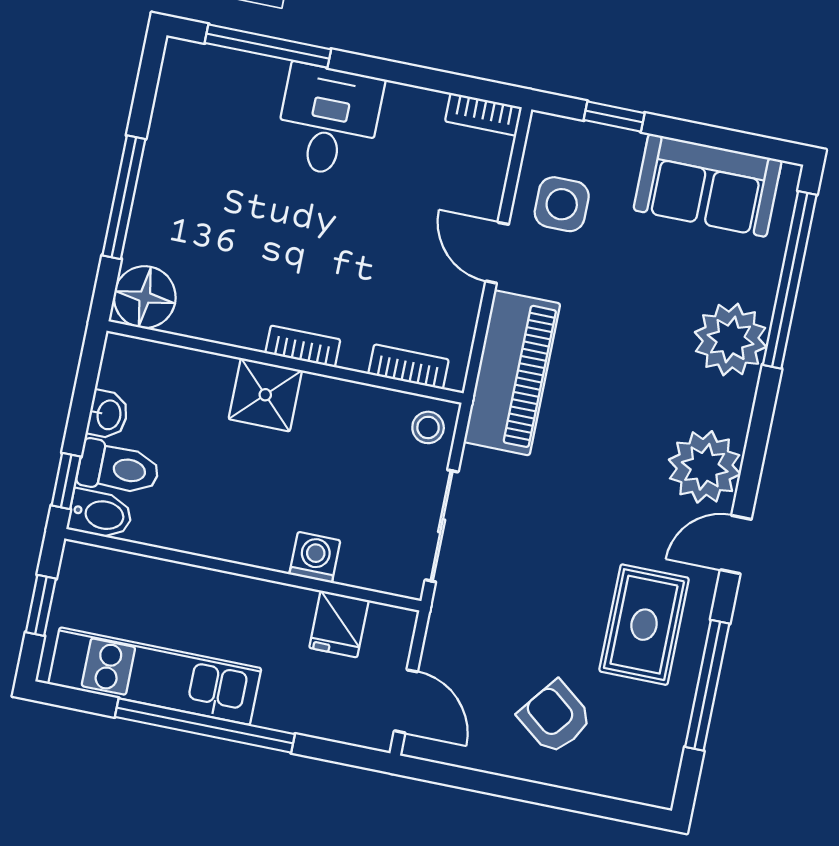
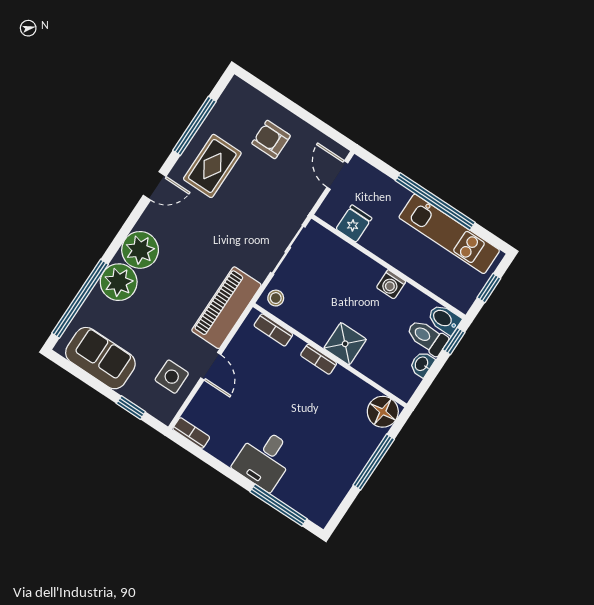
plant: (705, 467) -> (140, 250), moved
washing machine: (315, 557) -> (391, 284), moved
armchair: (555, 717) -> (271, 140), turned 142

